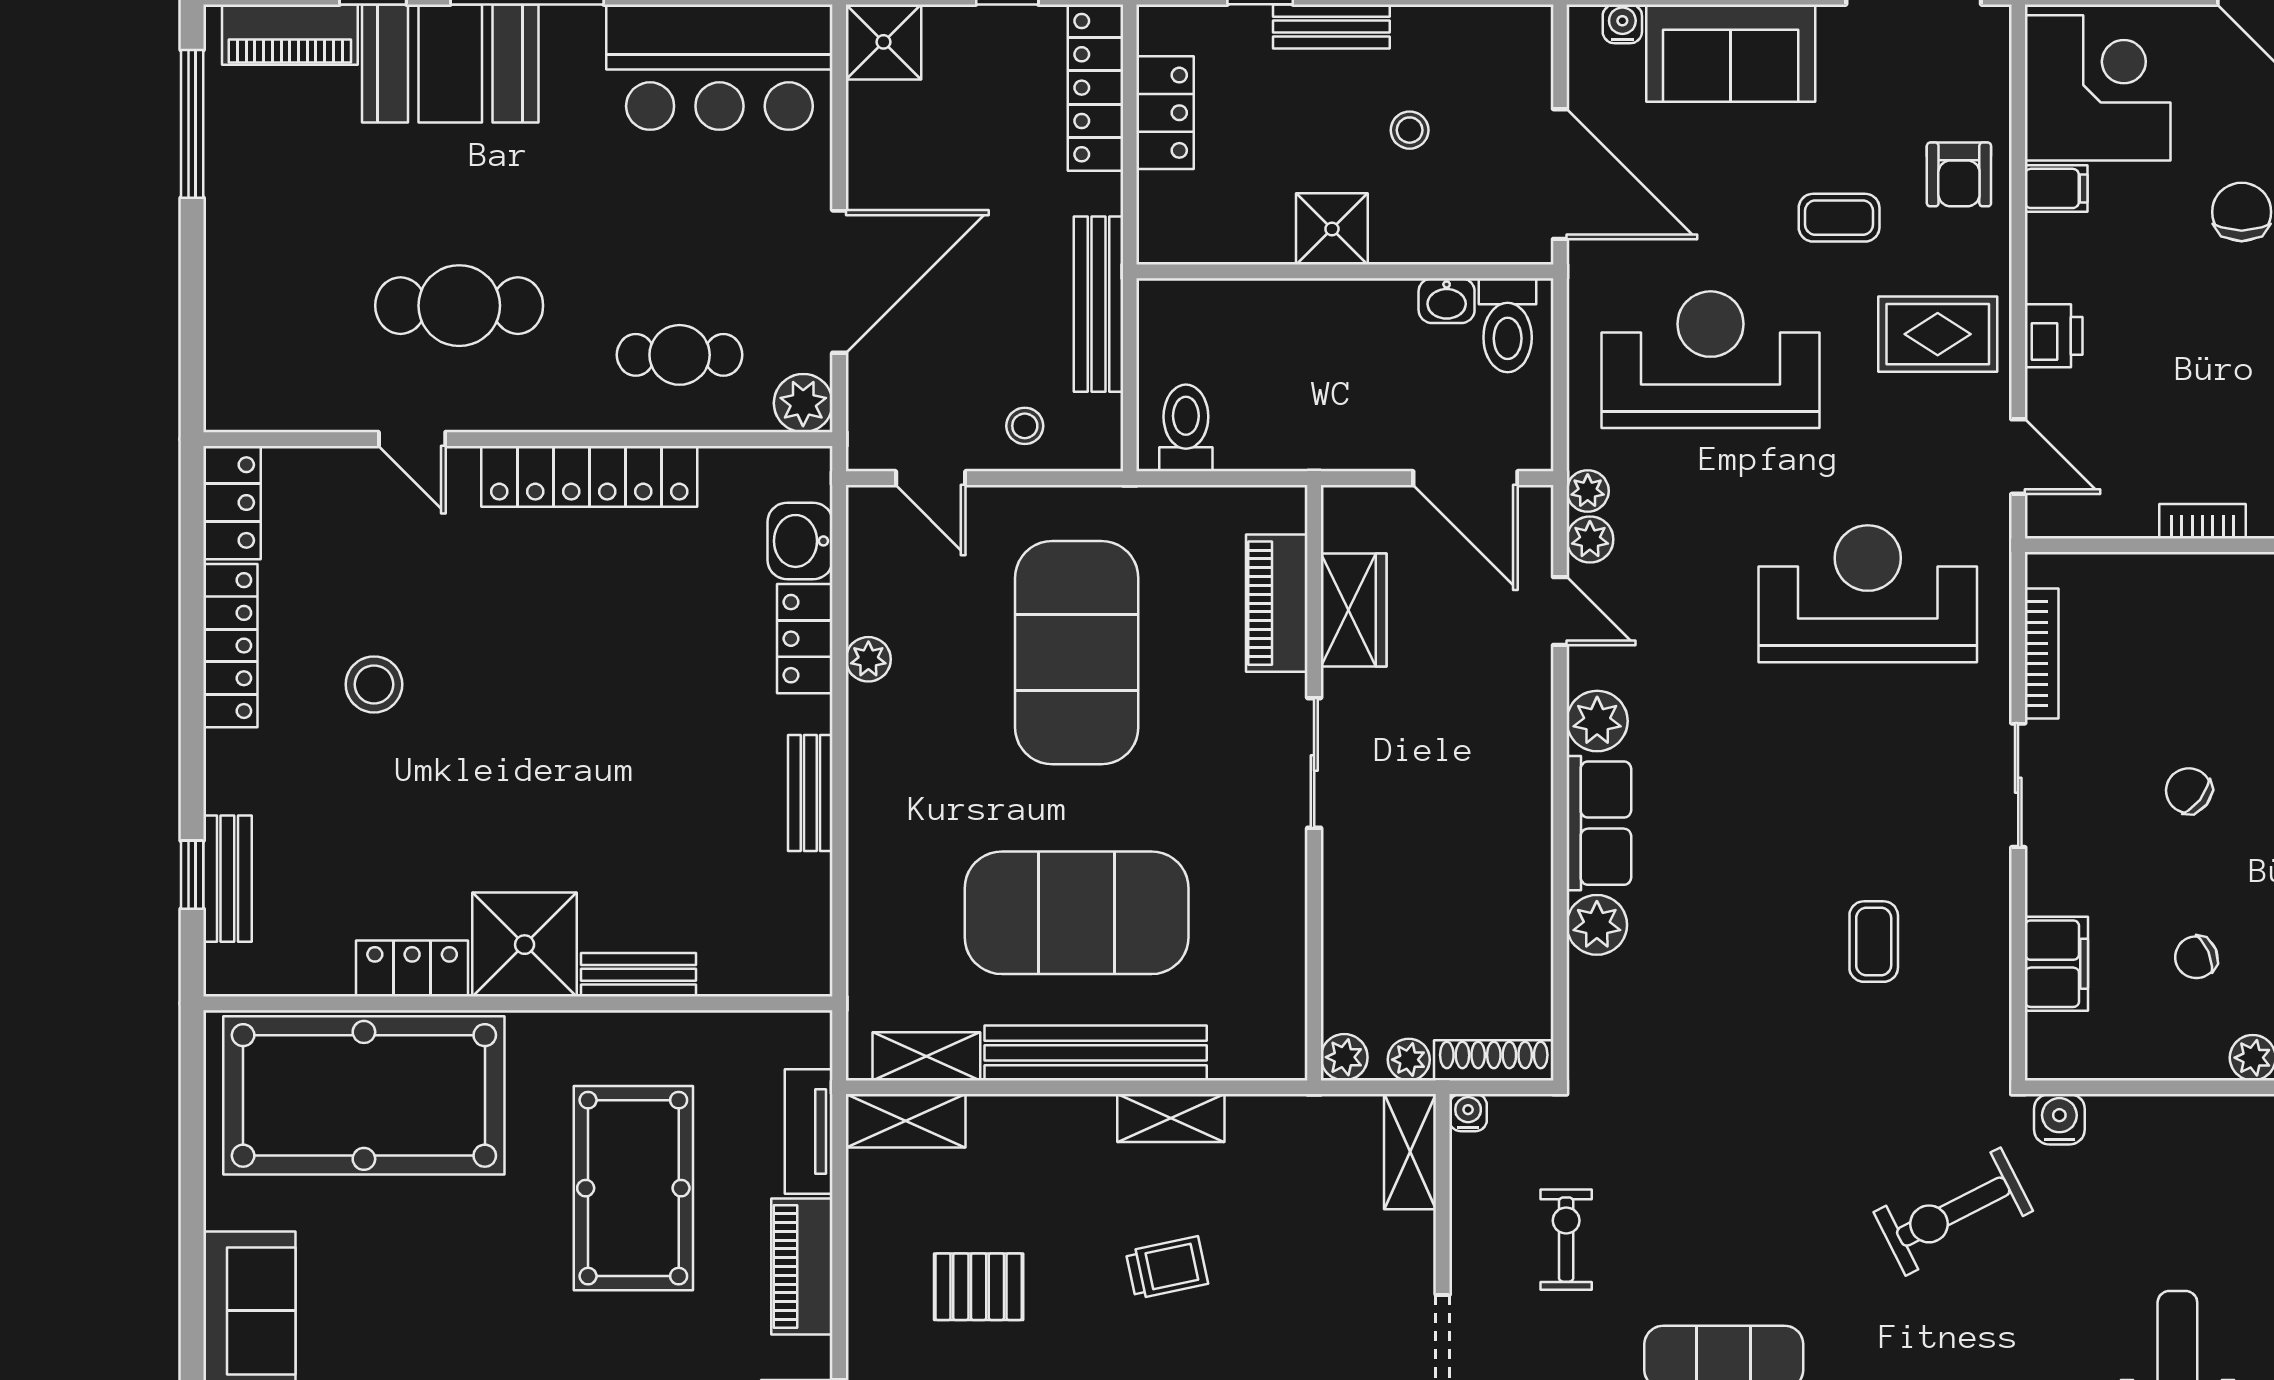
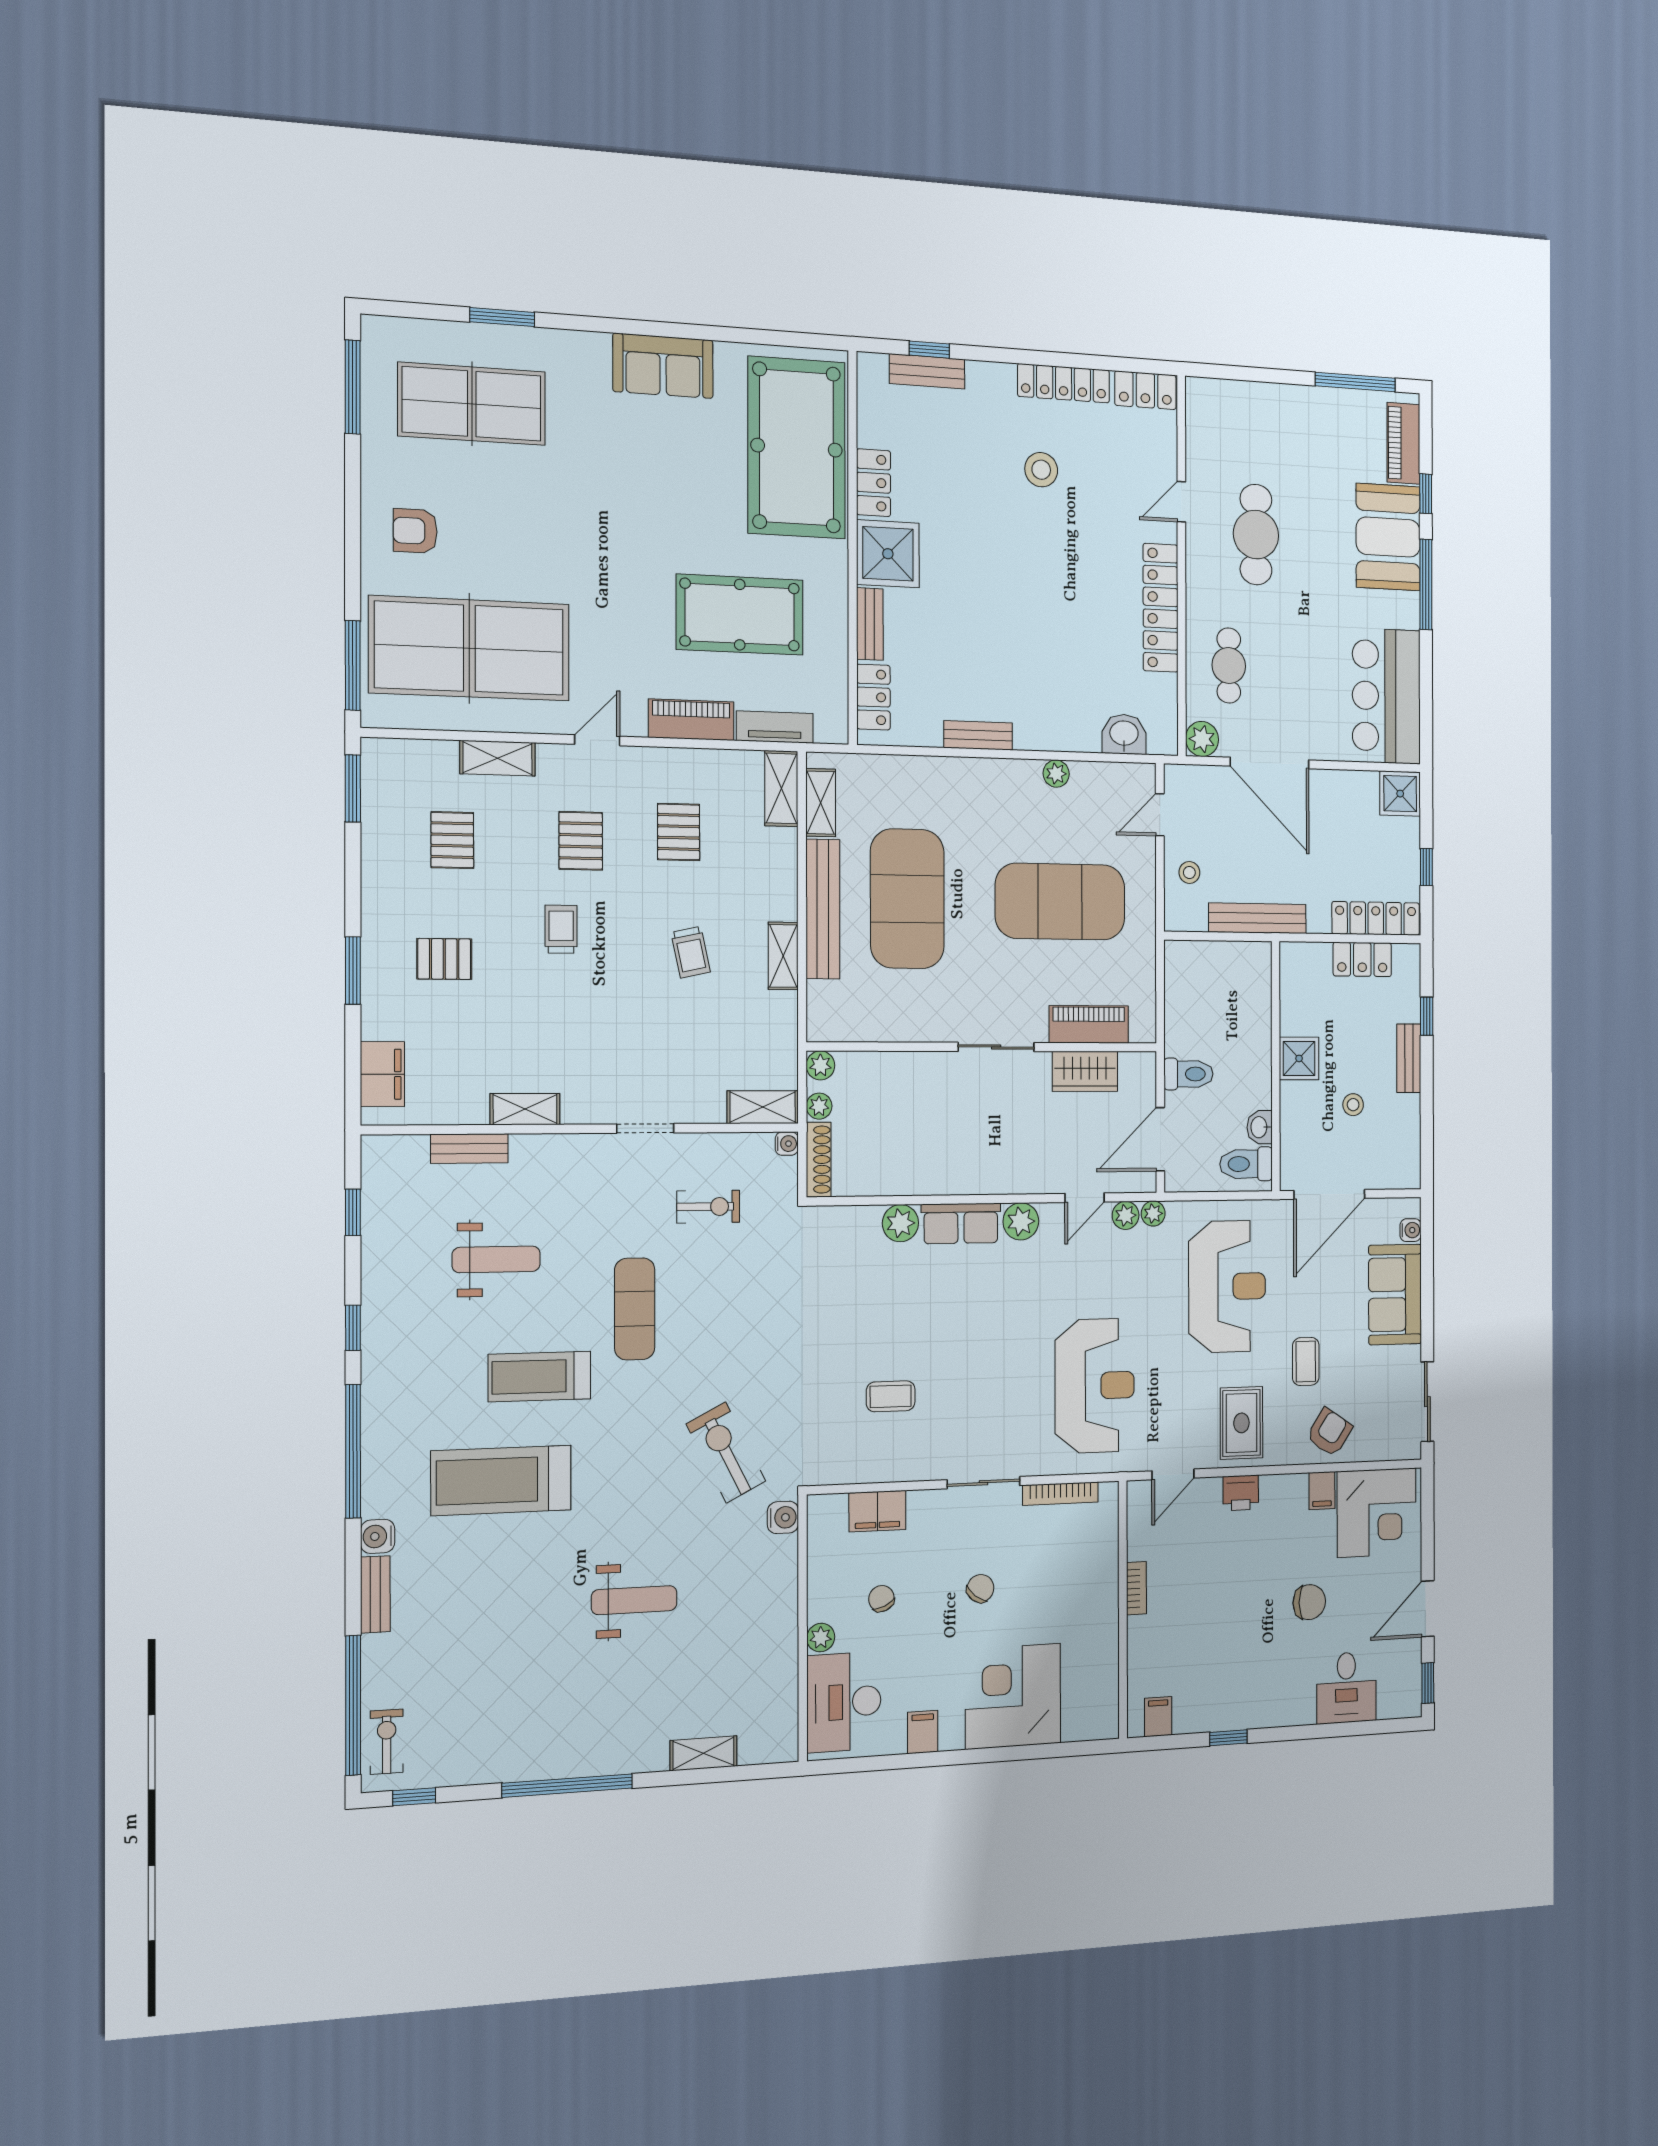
armchair: (1959, 174) -> (1330, 1432), turned 124
toilet: (1186, 428) -> (1188, 1074), moved
locker: (805, 639) -> (873, 697), moved, turned 90

